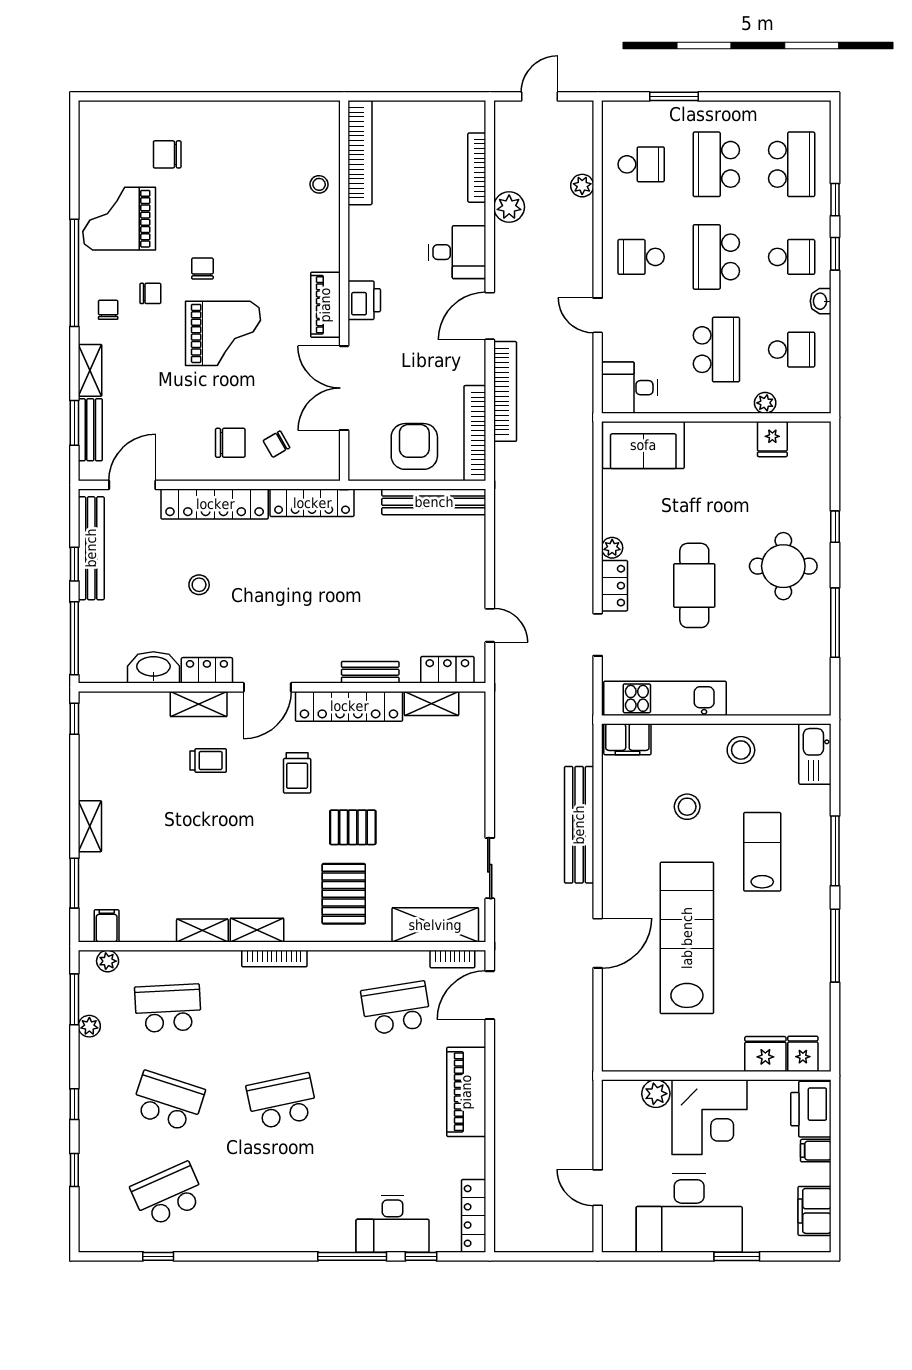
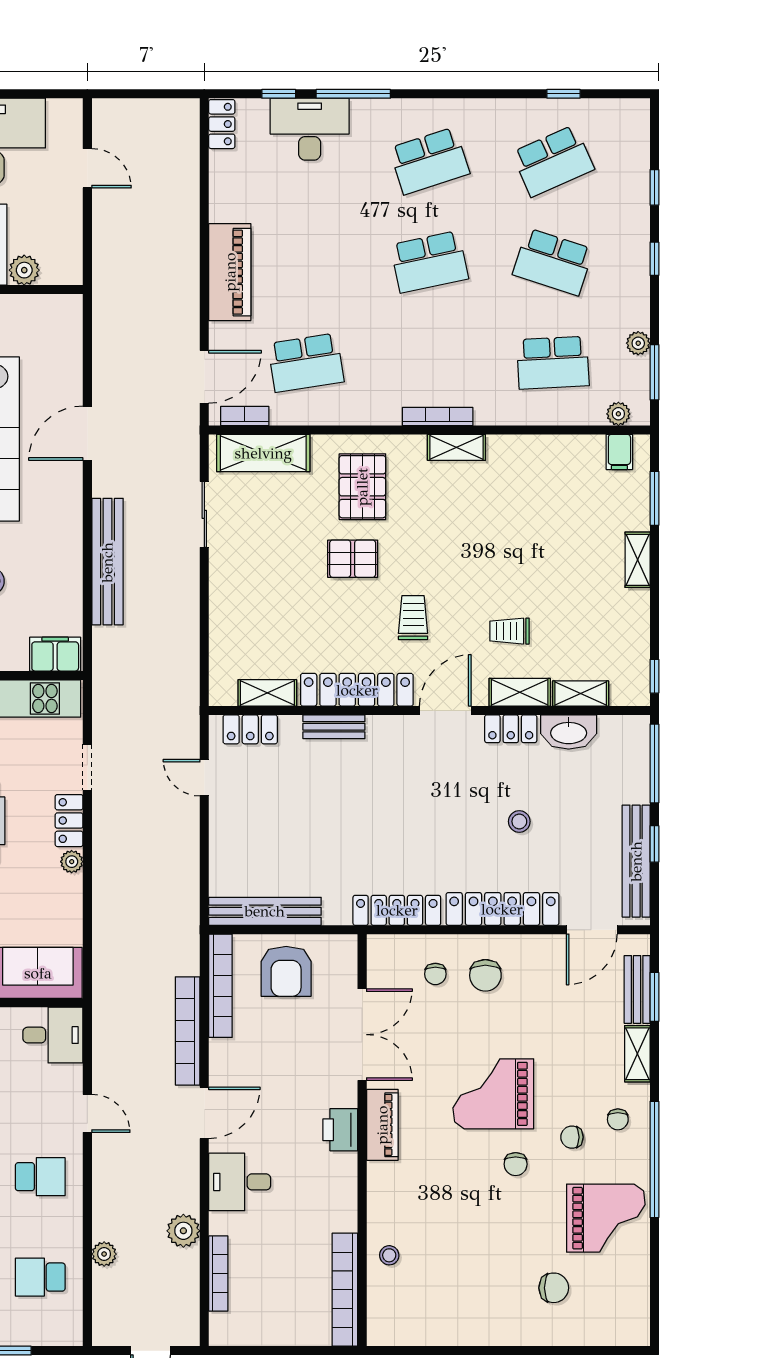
chair: (230, 443) -> (485, 975), turned -90
chair: (276, 444) -> (435, 974), turned 120
shelving: (202, 931) -> (581, 694), moved
school desk: (282, 1194) -> (429, 161), added
locker: (474, 1216) -> (222, 124), width x0.66

